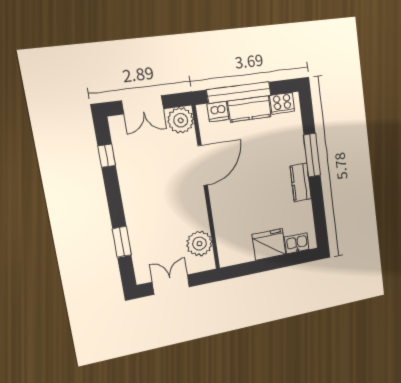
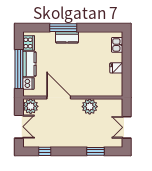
kitchen counter: (301, 182) -> (67, 37), moved
plant: (199, 244) -> (90, 107), moved
fridge: (269, 244) -> (116, 68), width x0.53, depth x0.75

